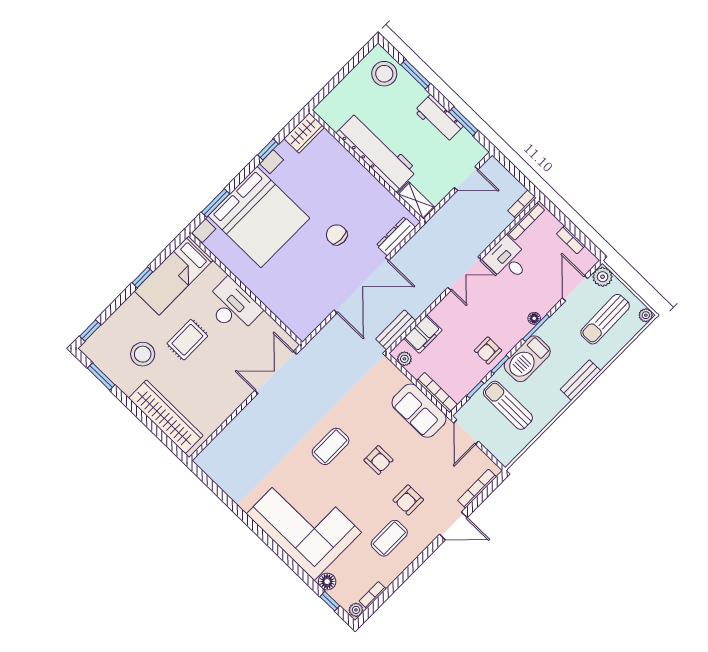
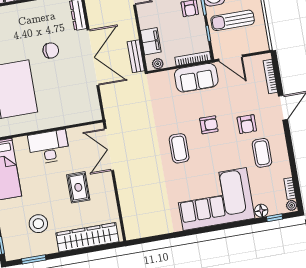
chair: (337, 235) -> (51, 50), turned 180
rug: (187, 340) -> (78, 187), moved

